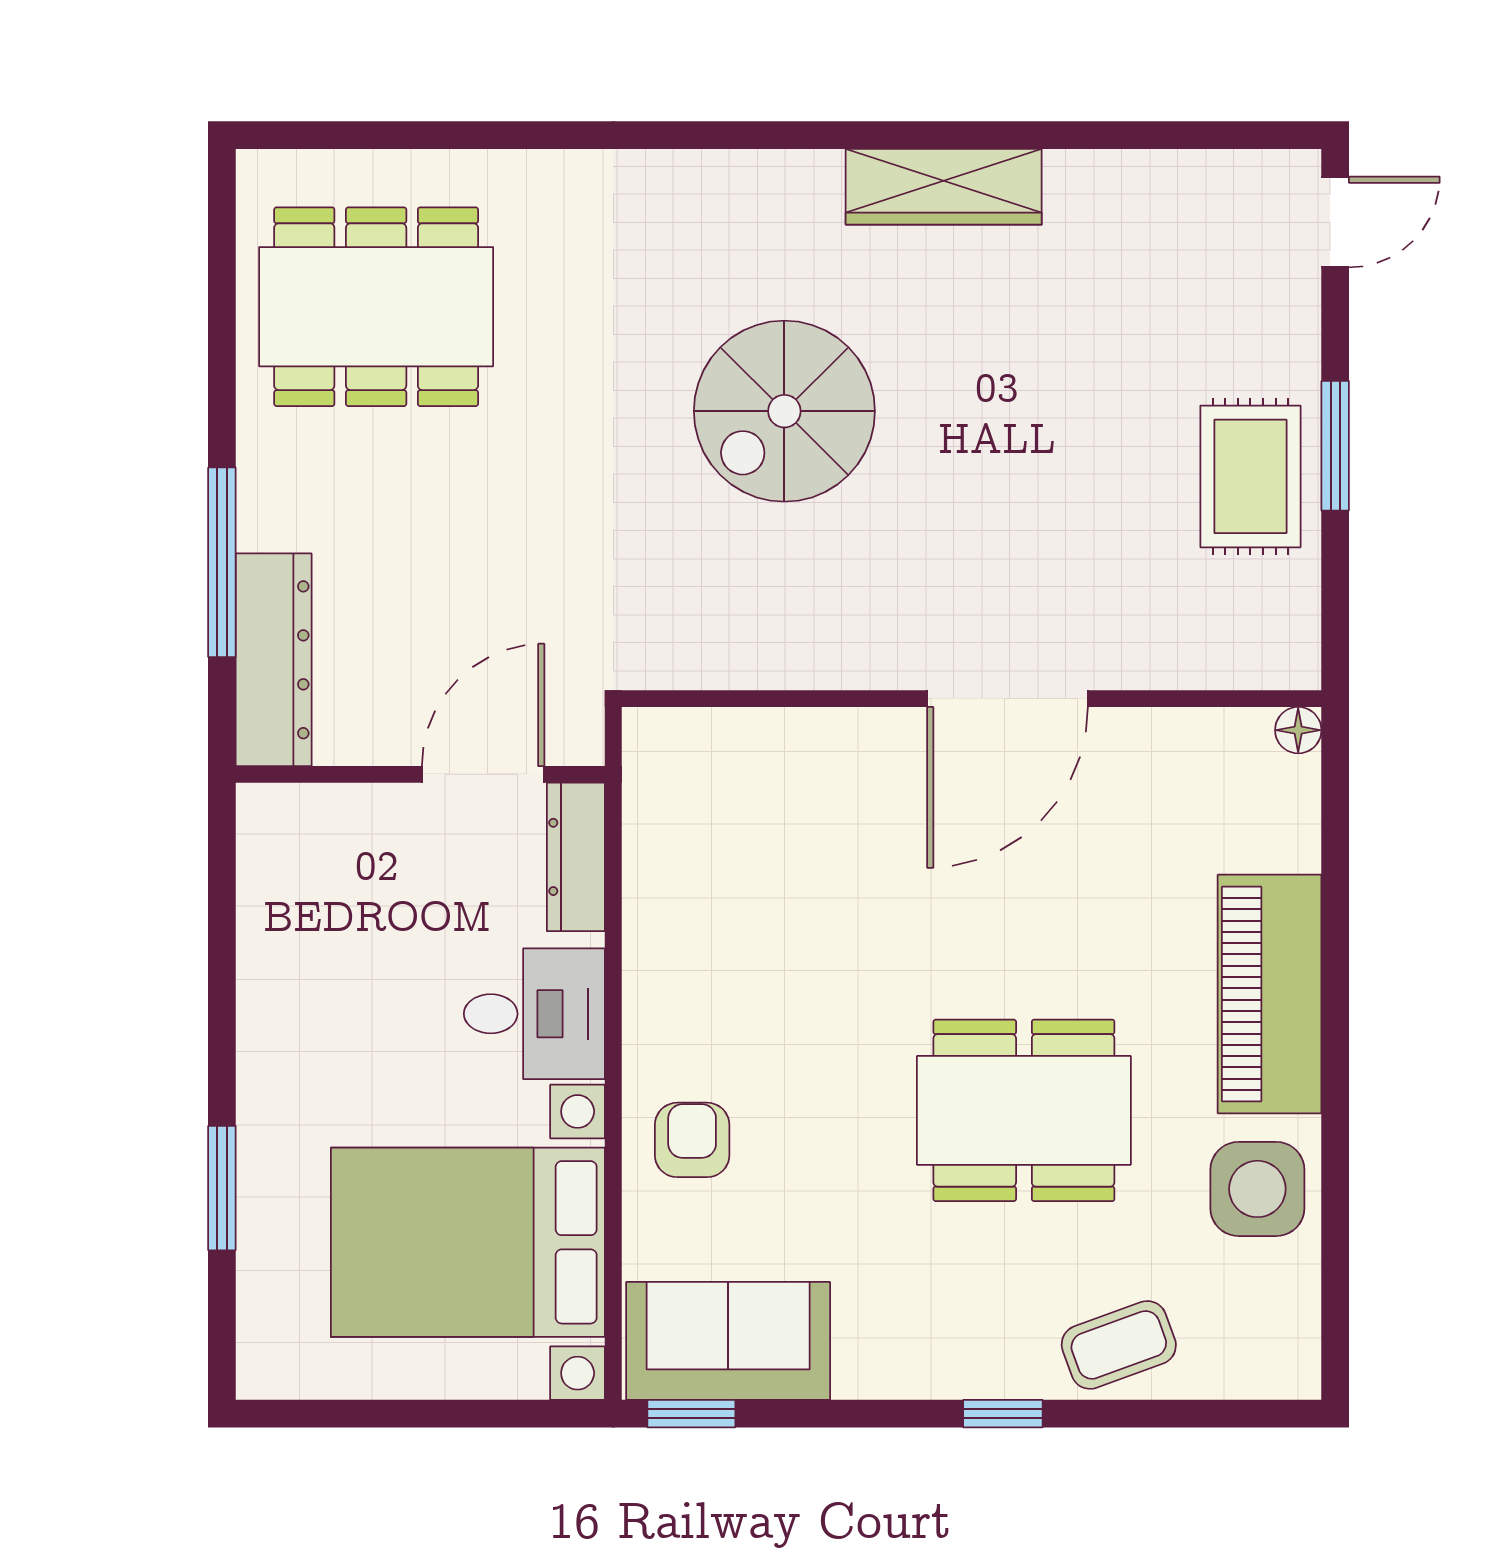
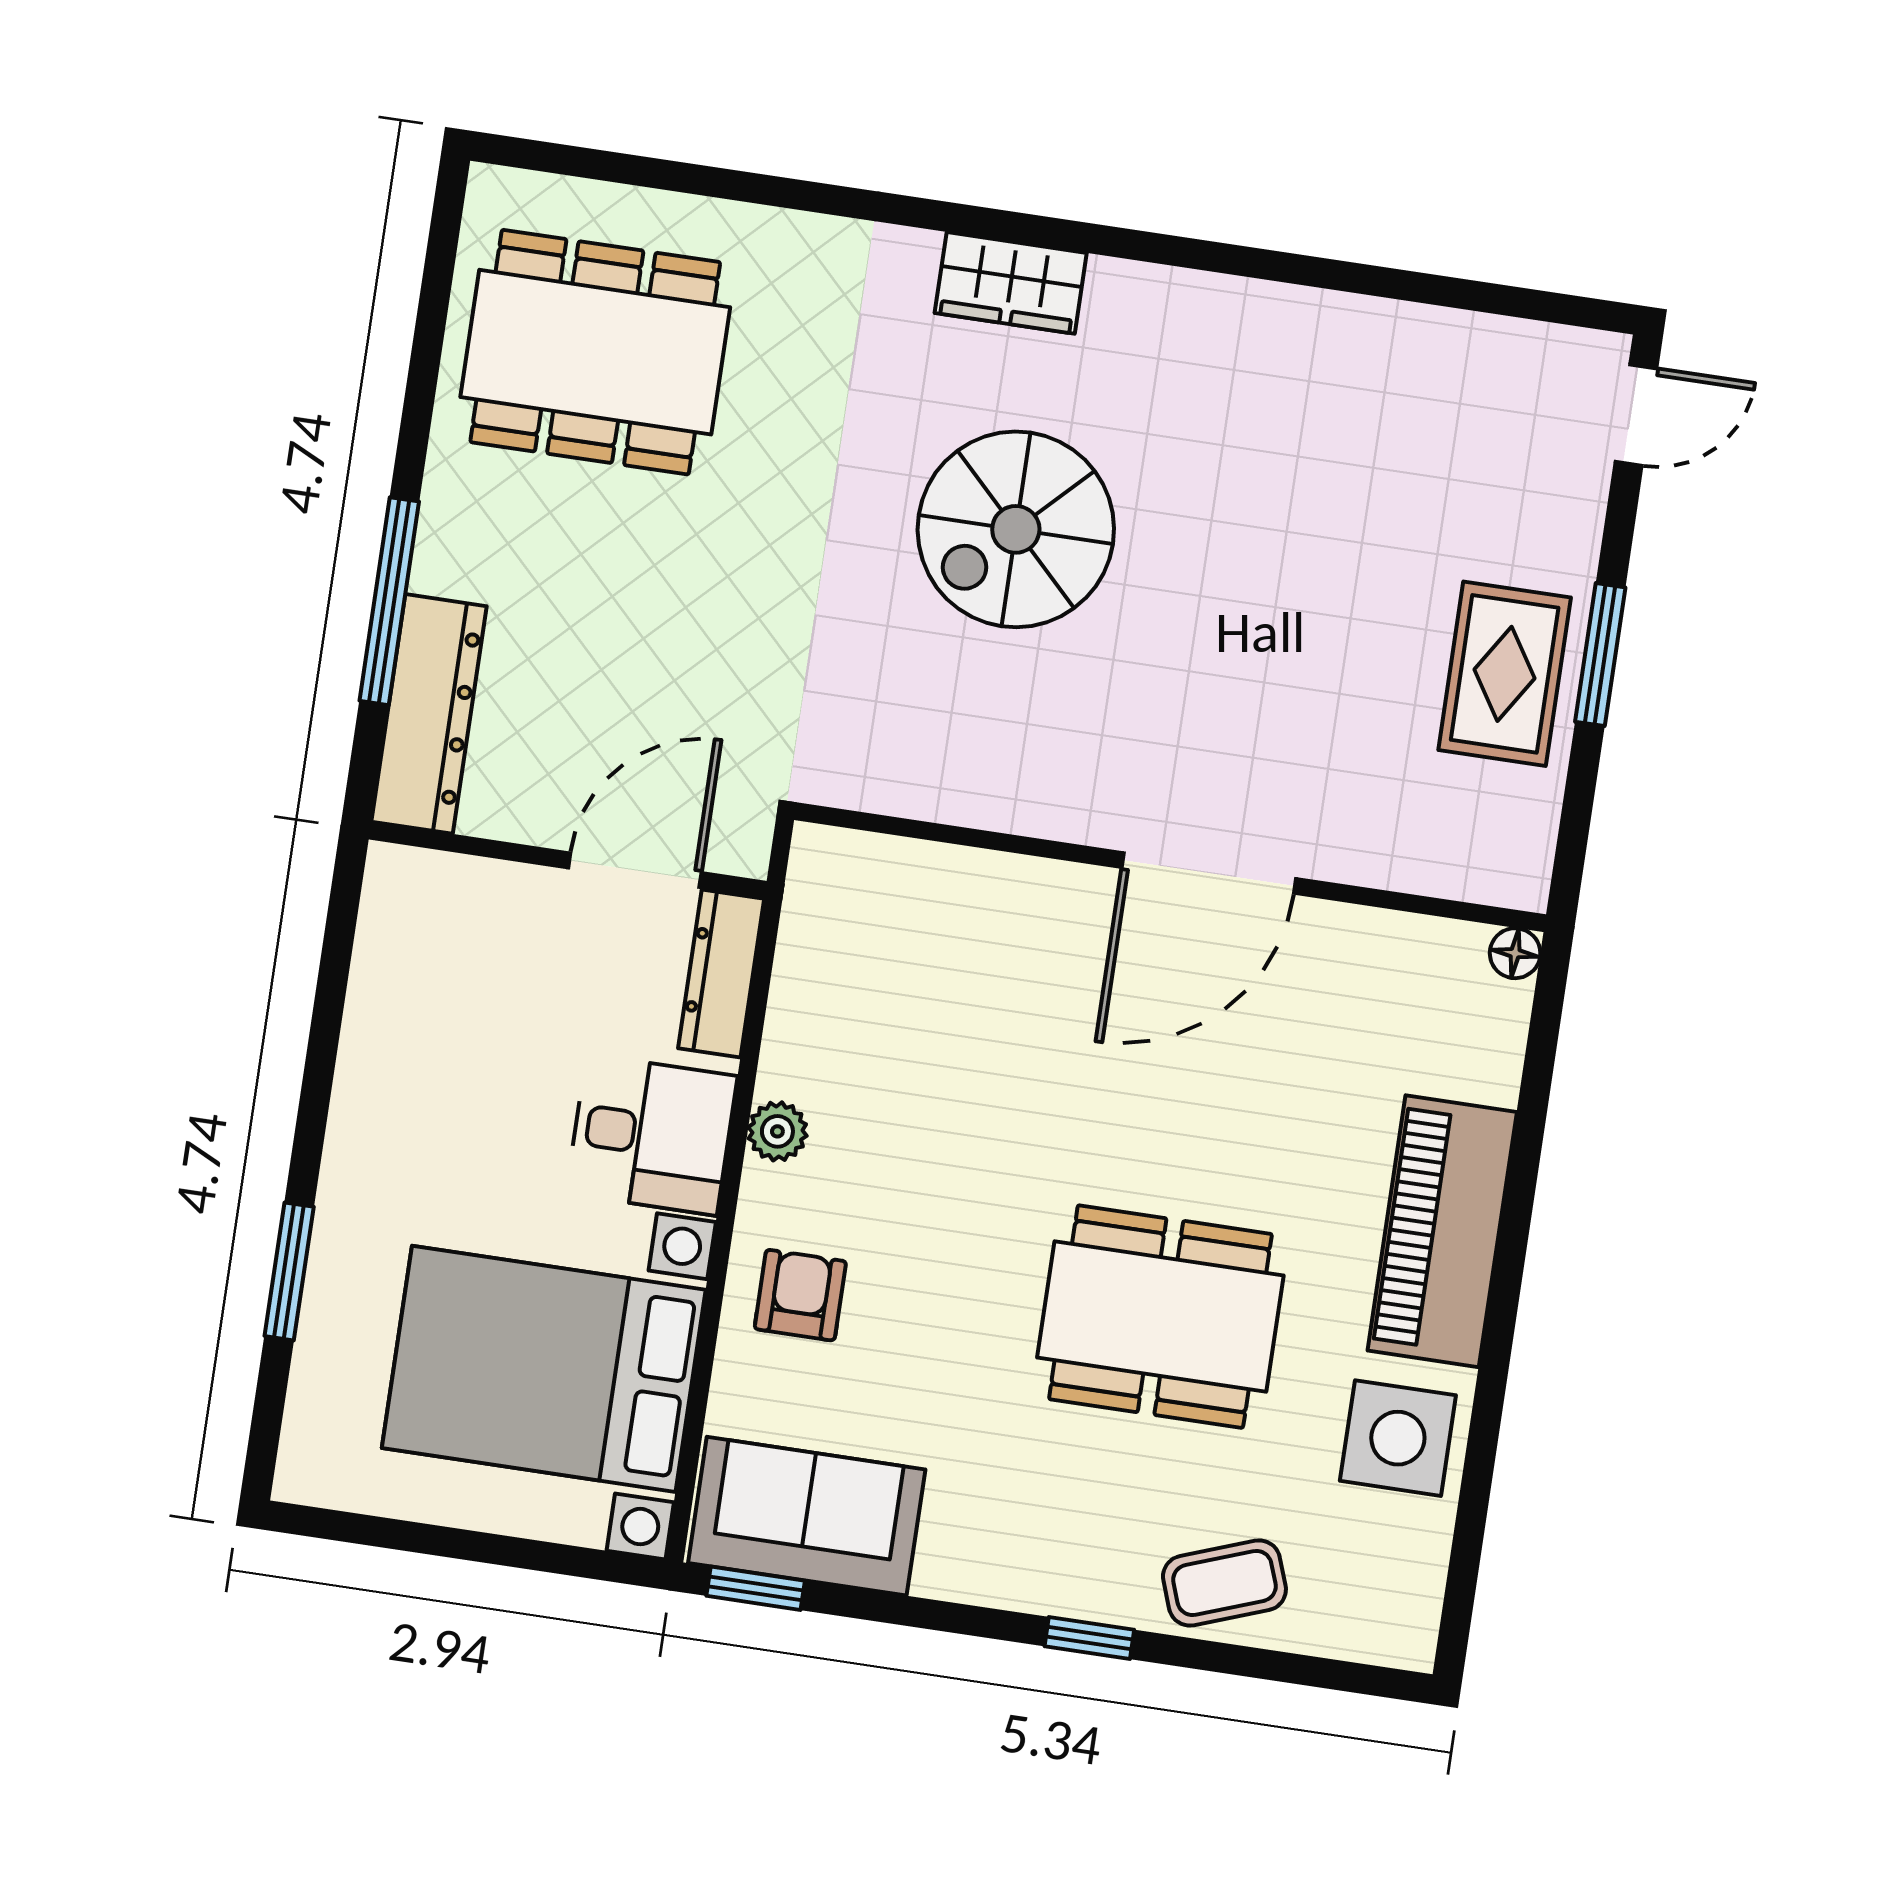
wardrobe: (944, 187) -> (1011, 283), moved, width x0.67
plant: (649, 994) -> (777, 1131), added

